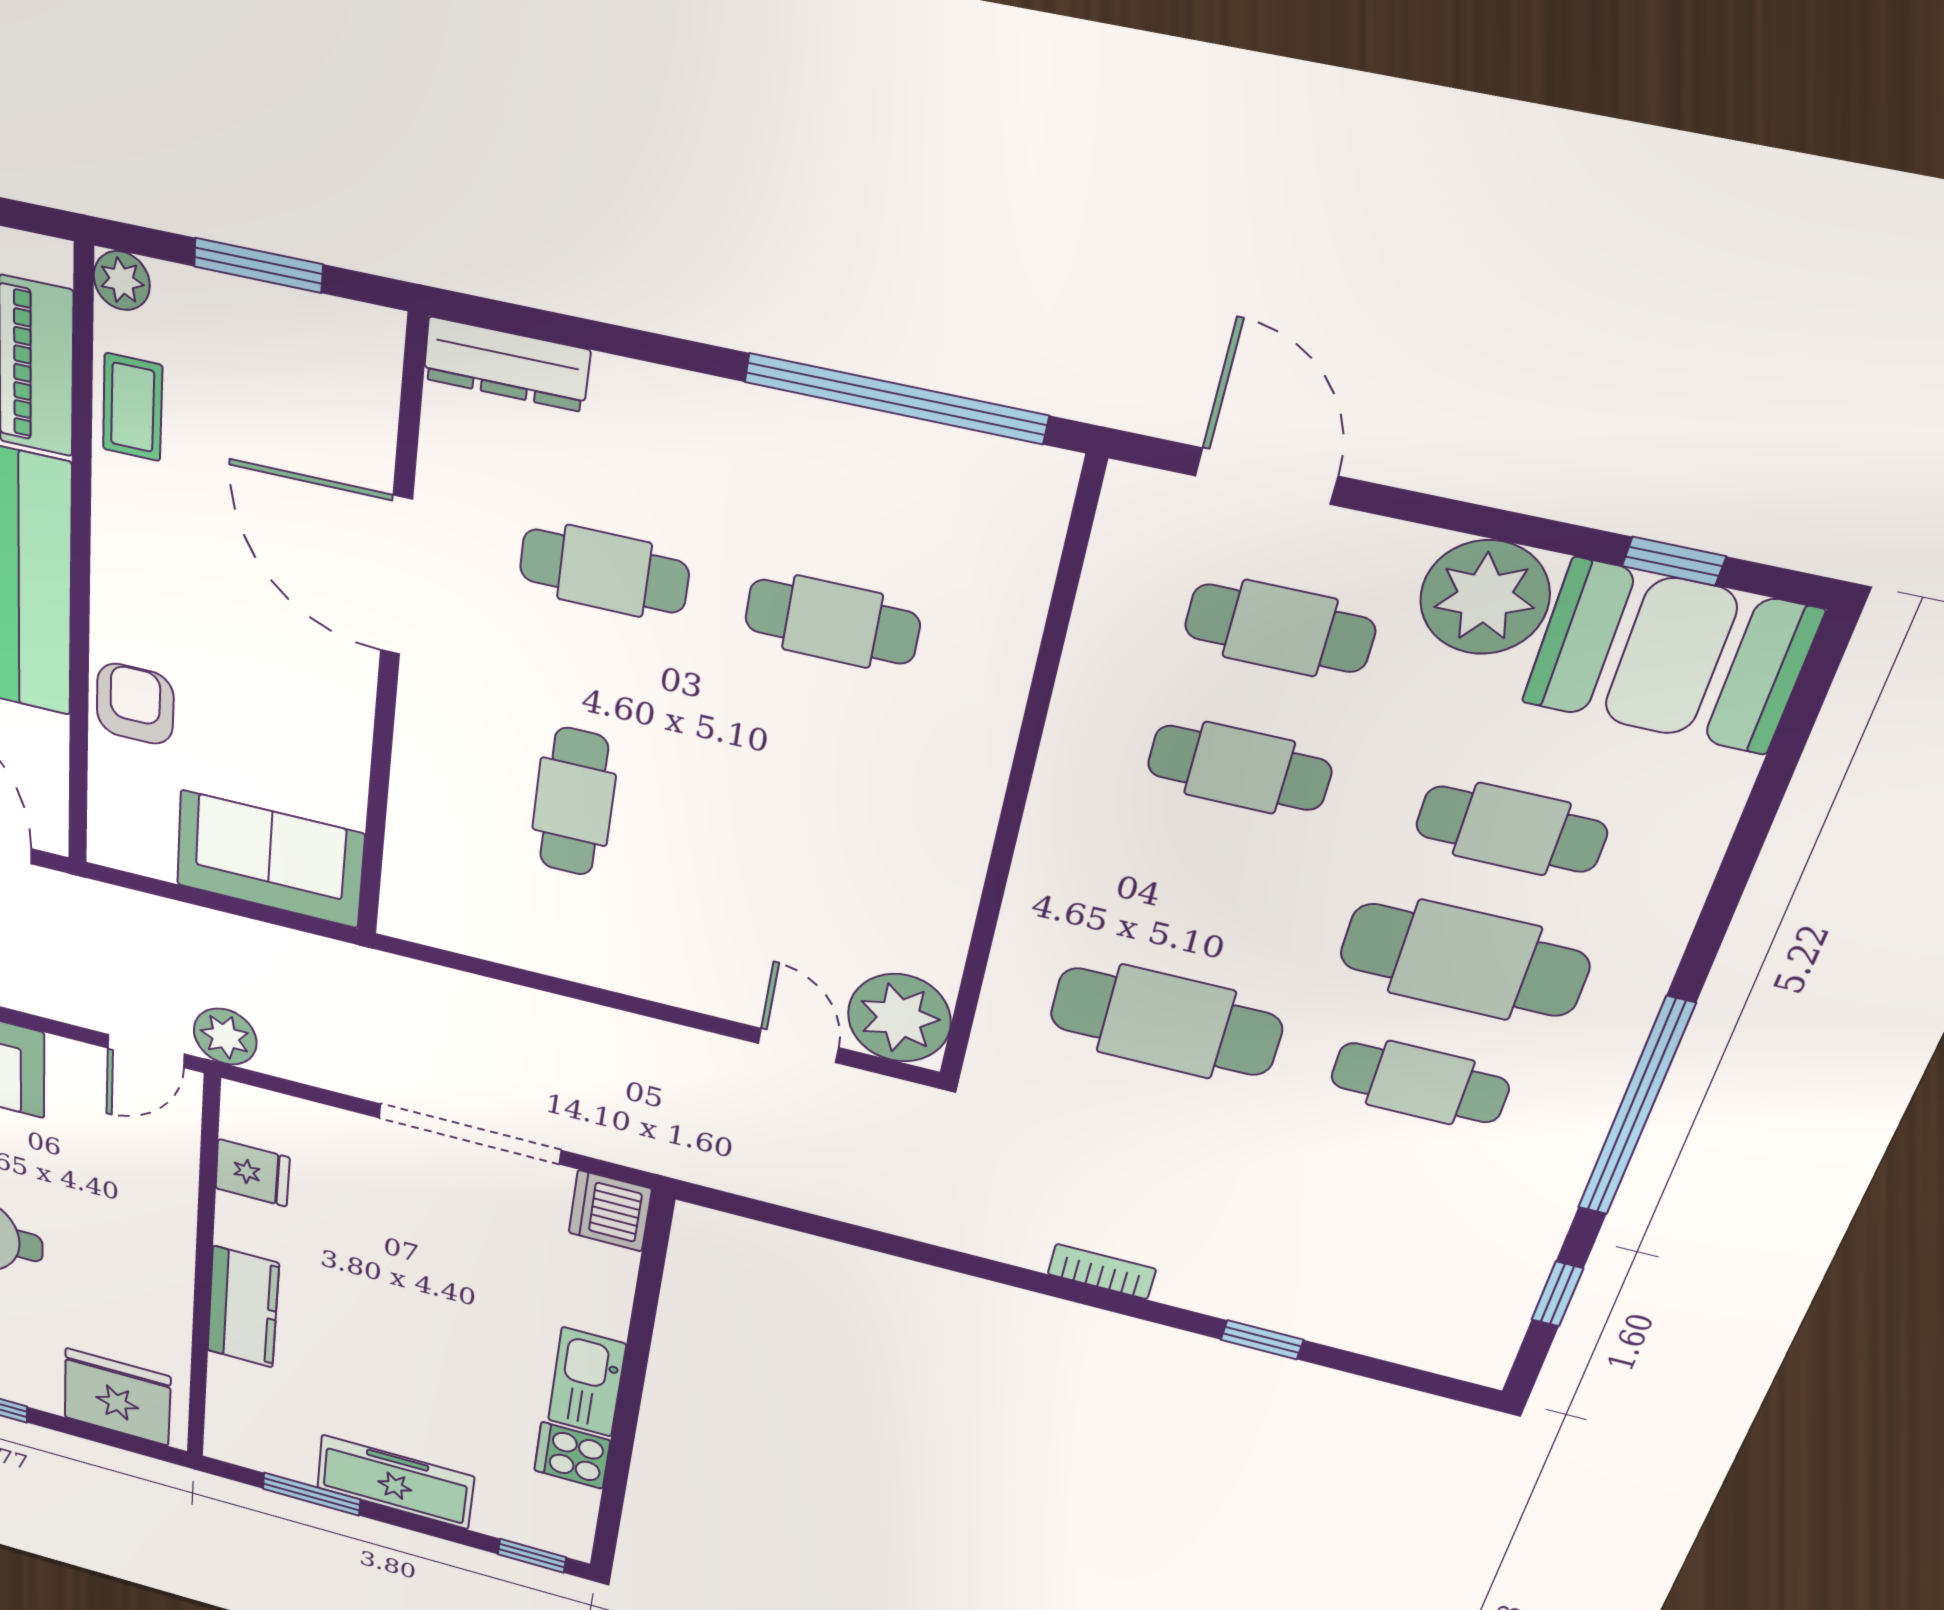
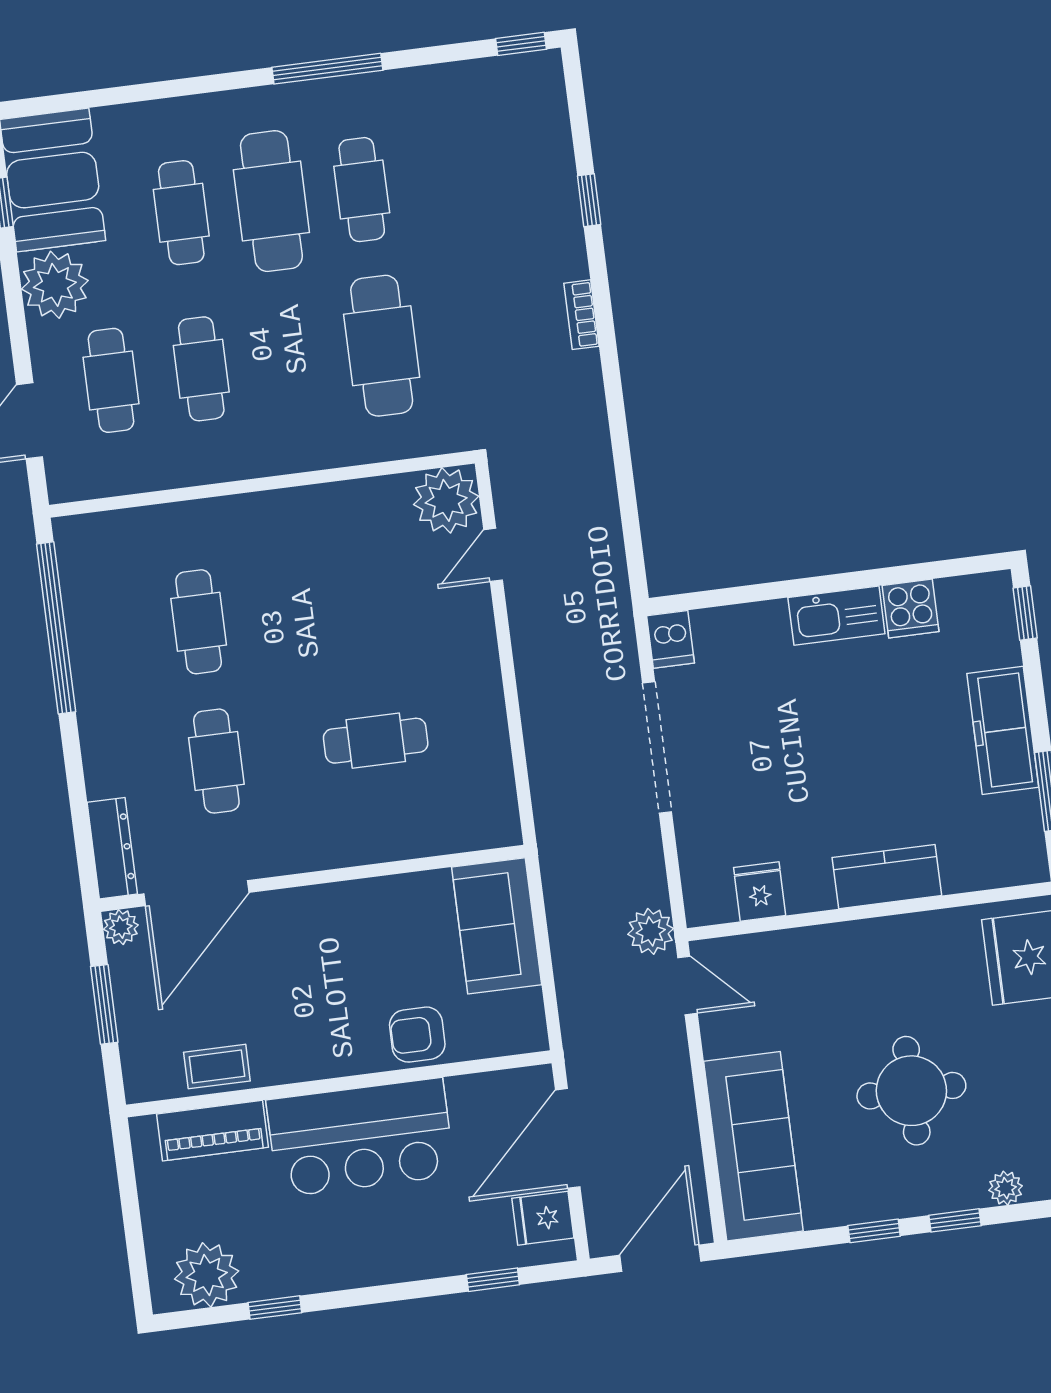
plant: (122, 281) -> (121, 927), moved
door: (396, 576) -> (196, 893), moved
window: (1636, 1108) -> (327, 69), width x0.68
dishwasher: (610, 1211) -> (670, 639), width x0.73
window: (1557, 1294) -> (521, 44), moved

